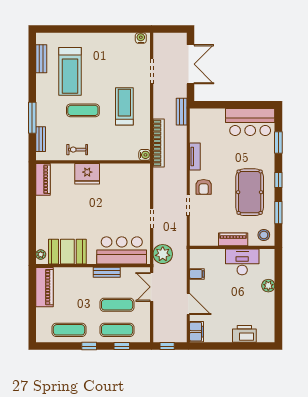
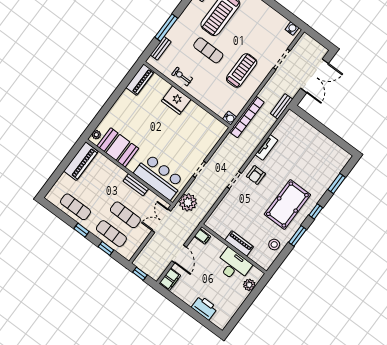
bar counter: (250, 122) -> (327, 152), removed
piano: (233, 239) -> (239, 243), moved
wall: (232, 247) -> (234, 249), moved
desk: (242, 262) -> (233, 265), moved

